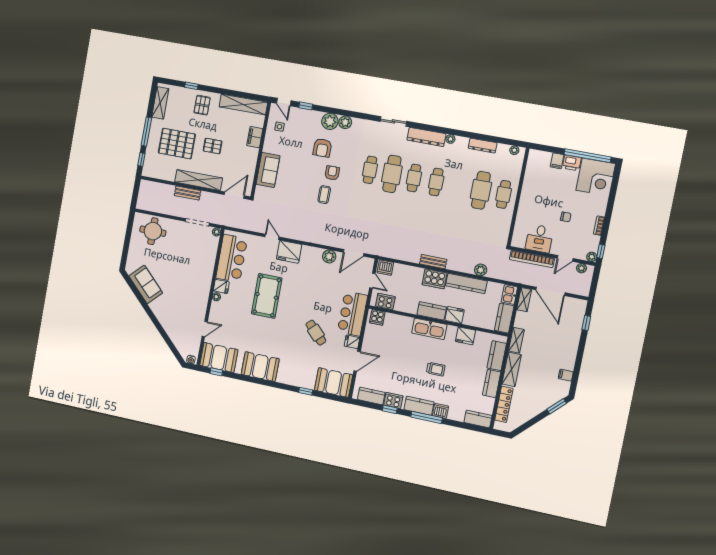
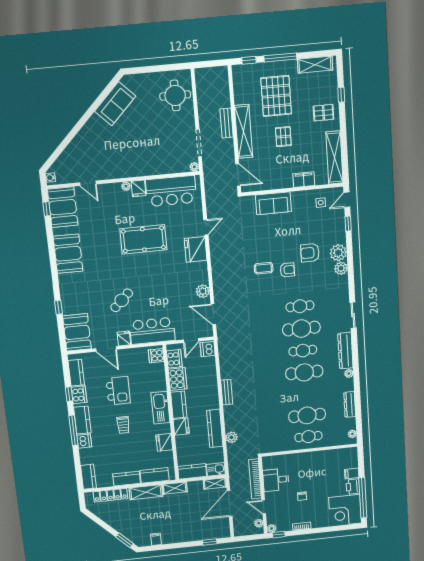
cafe table: (436, 182) -> (304, 372), width x1.37, depth x1.35
cooker: (435, 279) -> (178, 379), moved, turned 180
kitchen island: (400, 363) -> (118, 391), added

